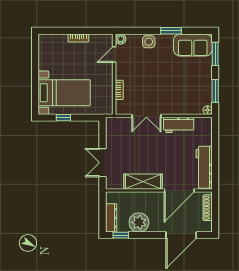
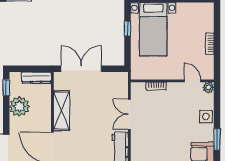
double door: (102, 163) -> (81, 69), width x1.37
dresser: (111, 218) -> (36, 78), moved

